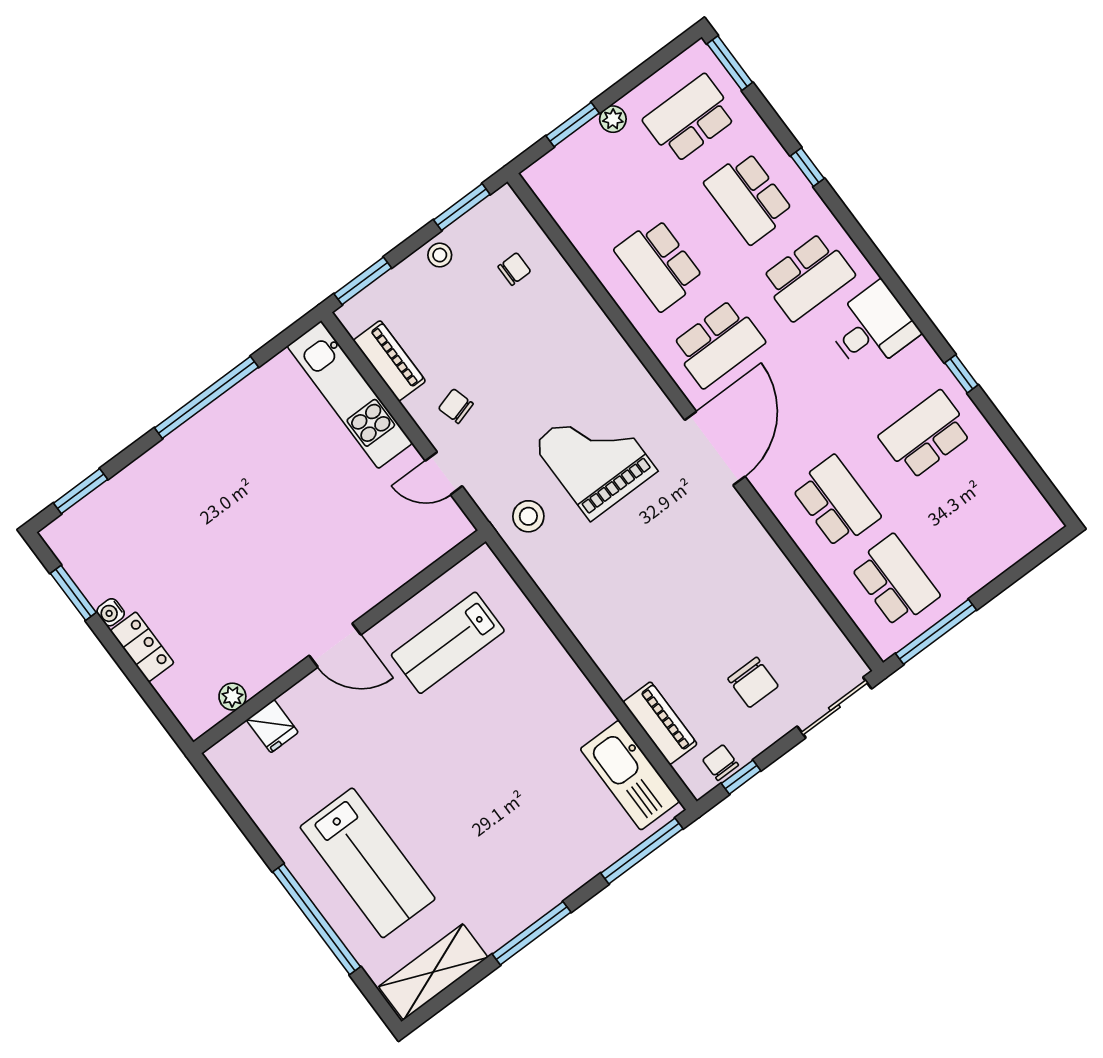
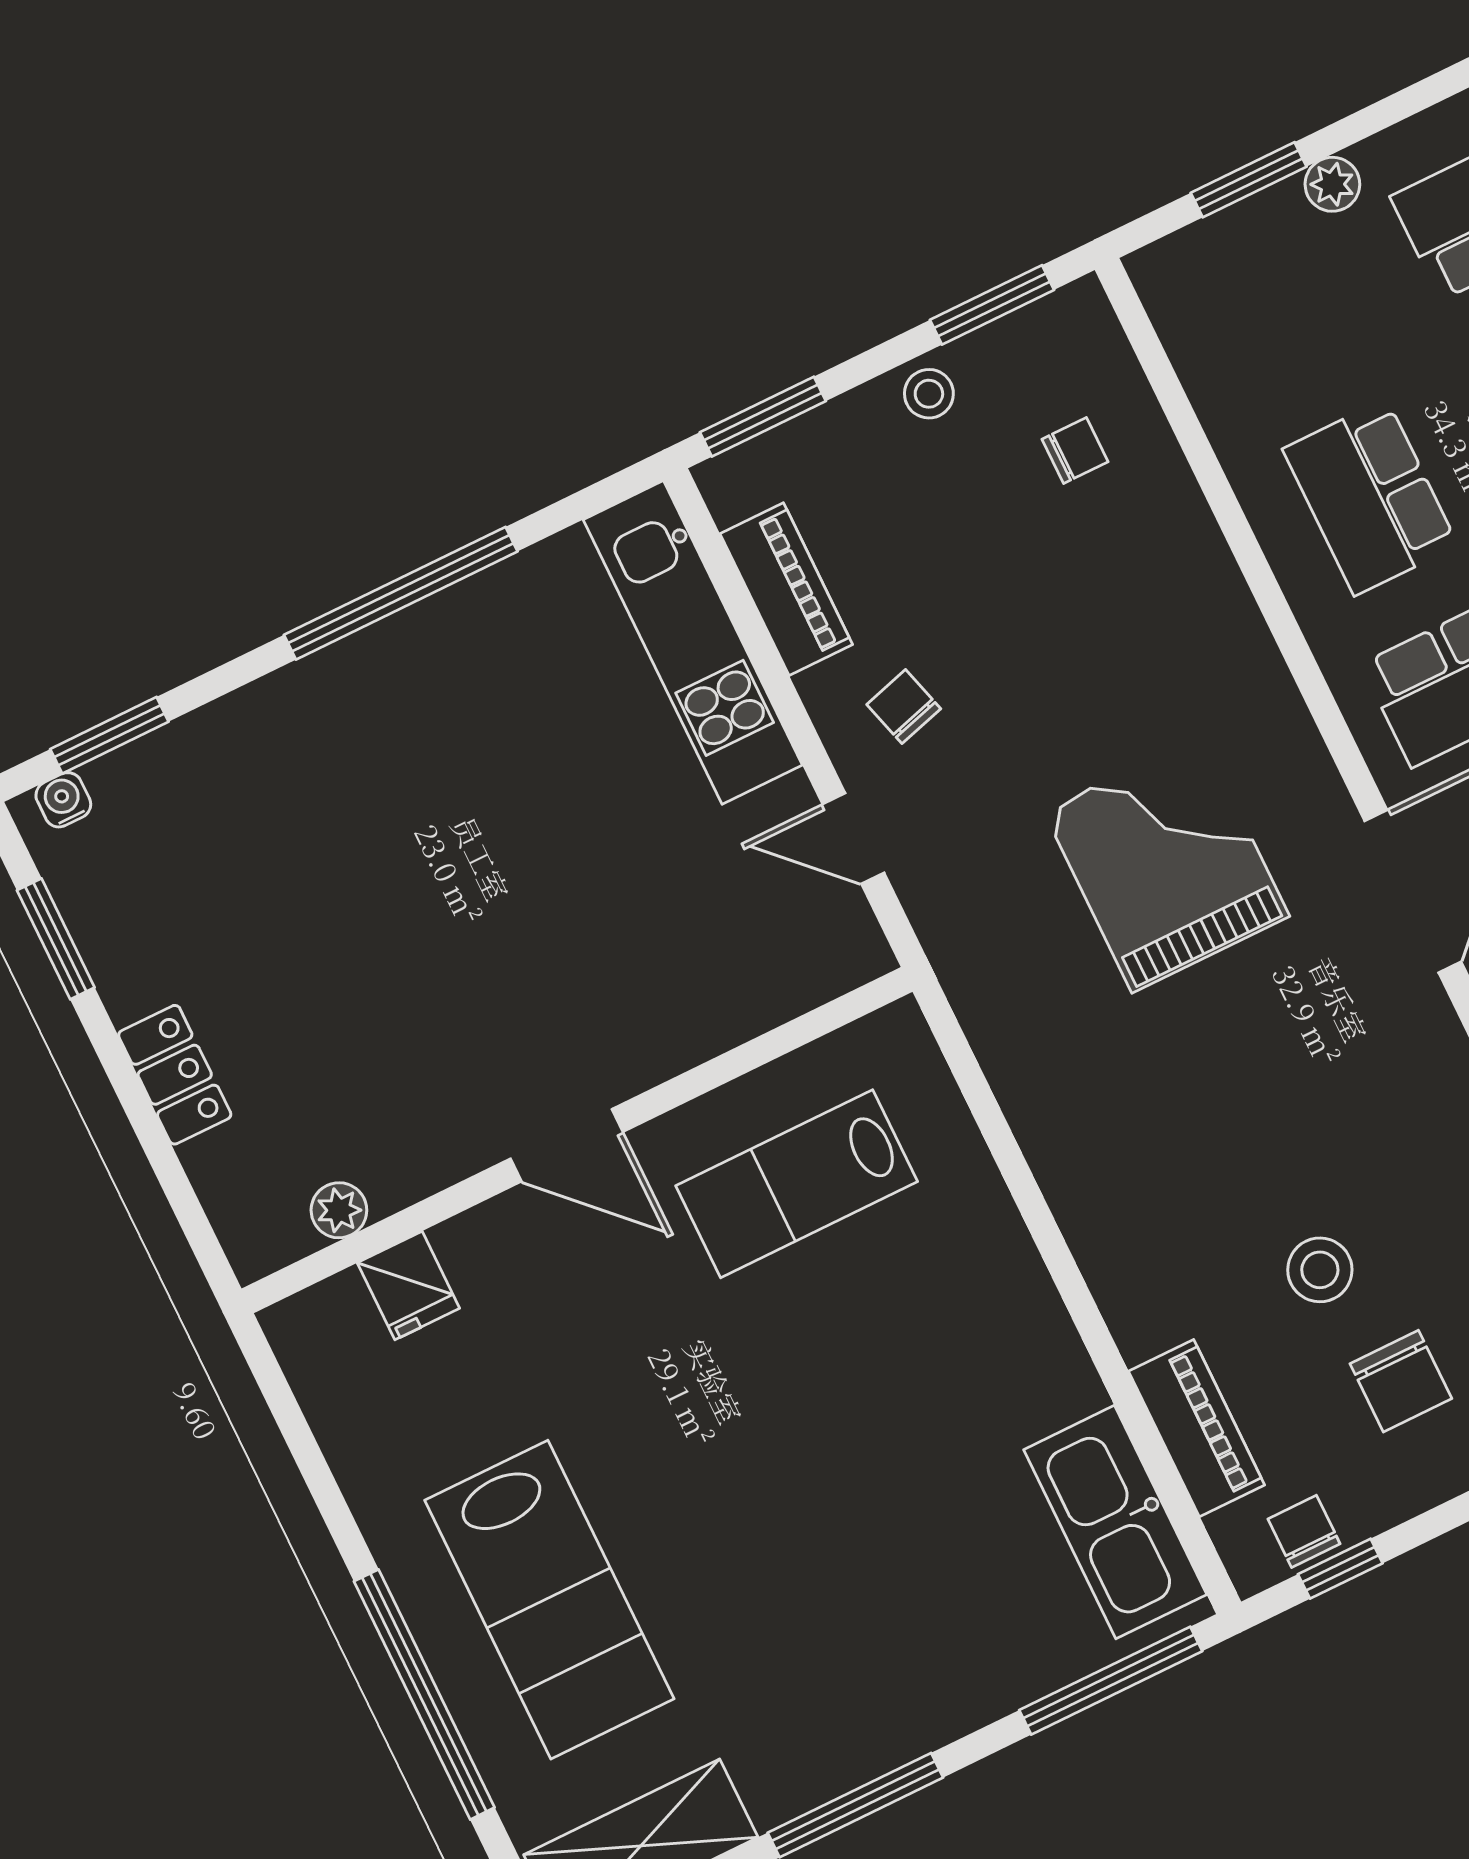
stool: (528, 516) -> (1320, 1270), moved
water cooler: (111, 612) -> (63, 800), moved, turned 90

